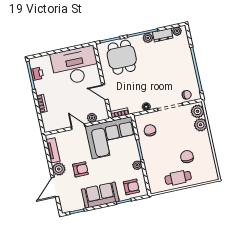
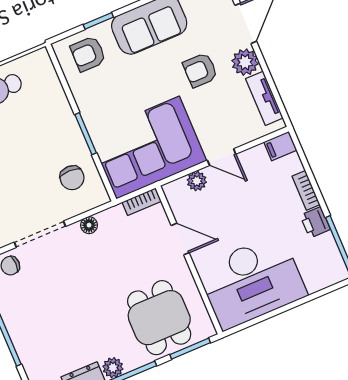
printer: (37, 74) -> (315, 222), moved
filing cabinet: (50, 127) -> (280, 146), added
plant: (137, 165) -> (85, 101), removed

